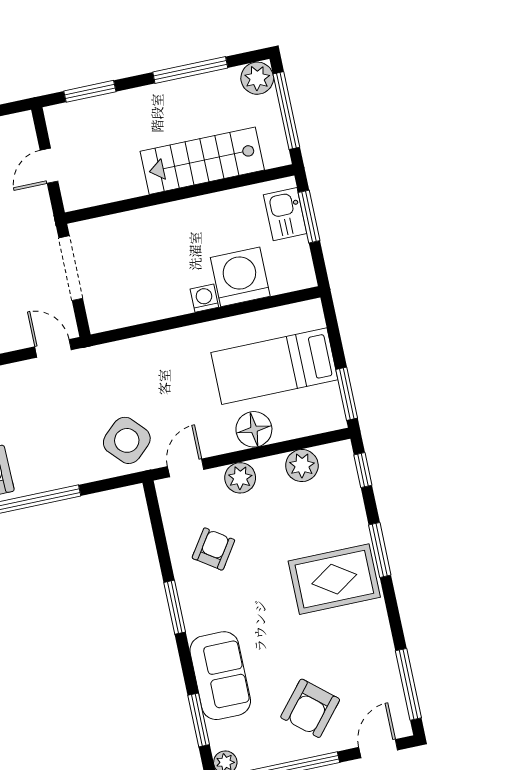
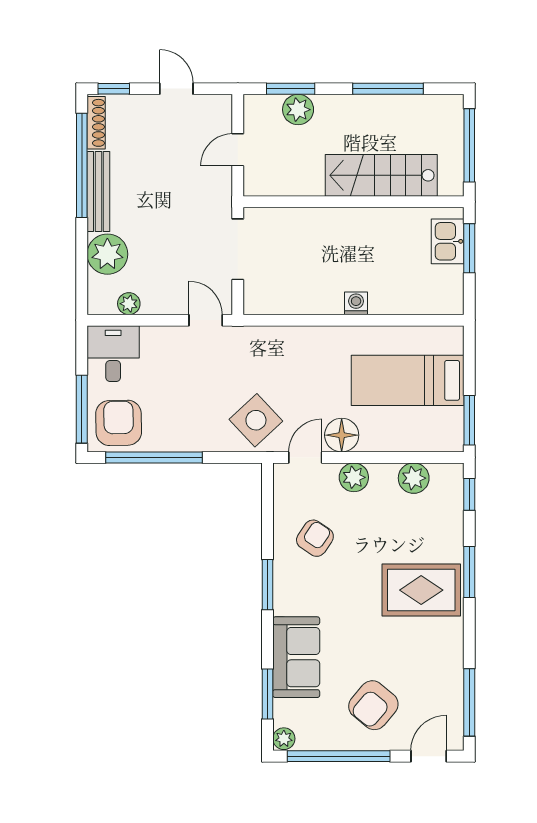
plant: (257, 78) -> (298, 110), moved
washing machine: (240, 277) -> (394, 291), removed
floor lamp: (254, 429) -> (342, 435), moved

